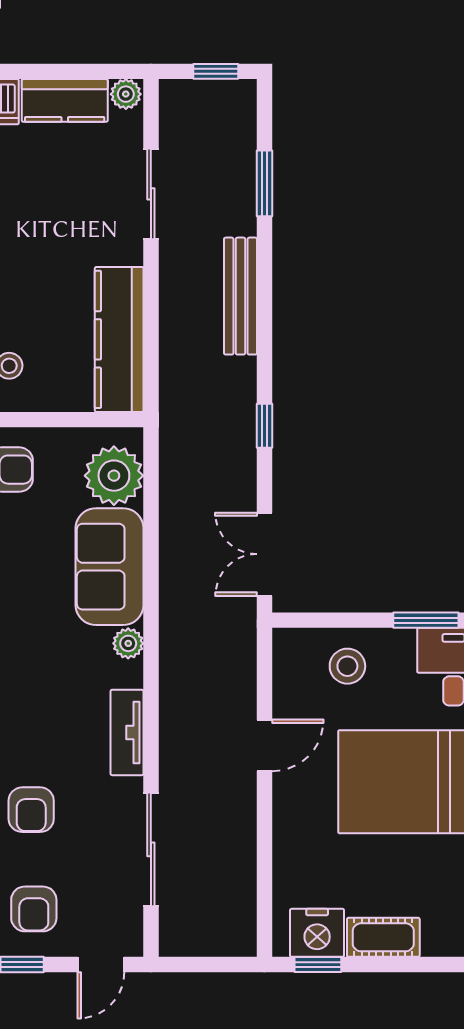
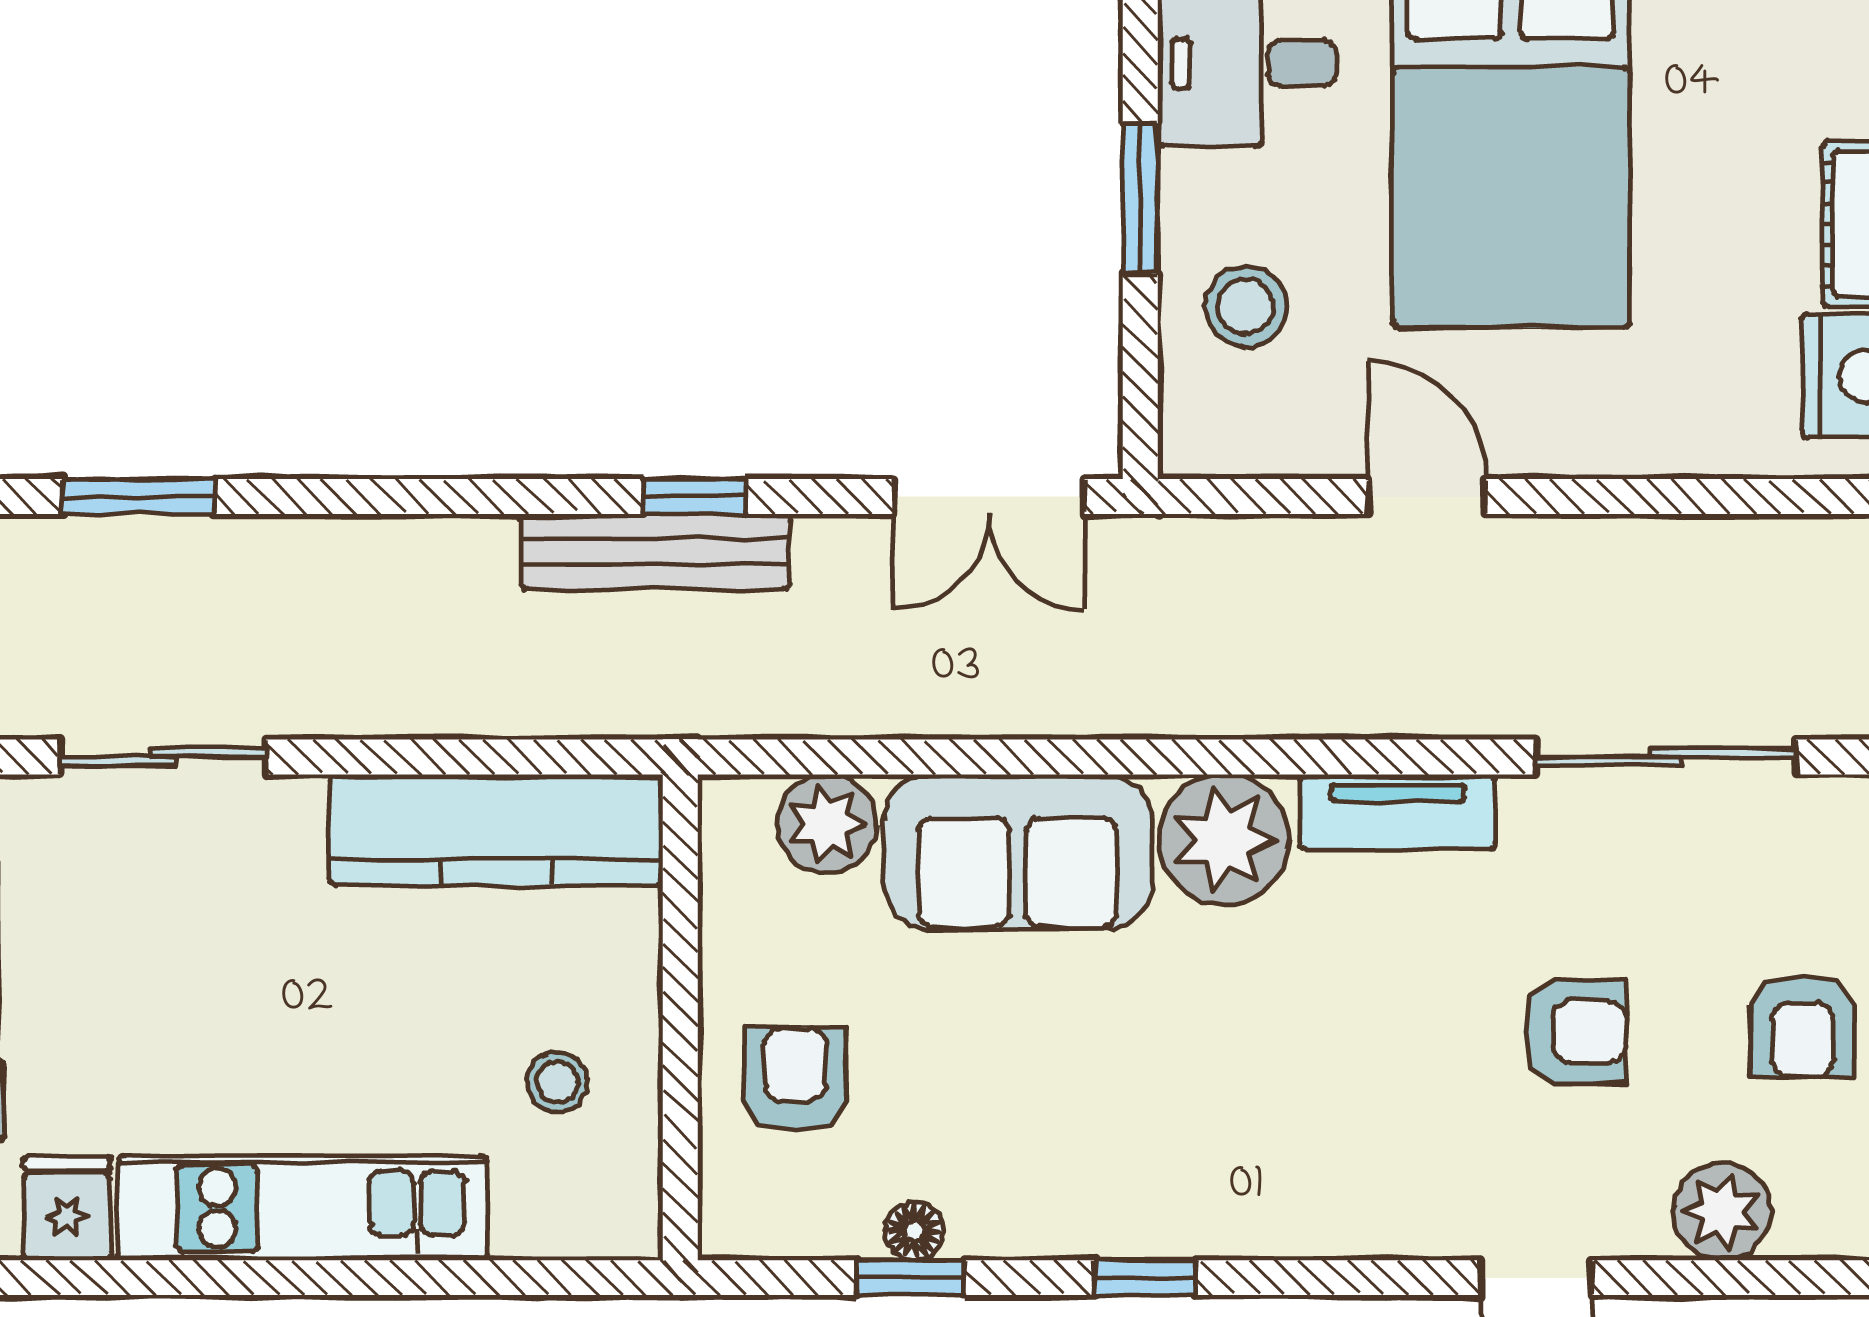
bench: (240, 296) -> (655, 552), moved
plant: (114, 476) -> (827, 824), width x0.73, depth x0.73
window: (426, 620) -> (1140, 199), moved
plant: (128, 643) -> (1224, 839), width x1.88, depth x1.88
armchair: (34, 909) -> (1802, 1025), turned 90

